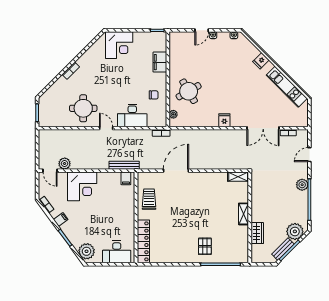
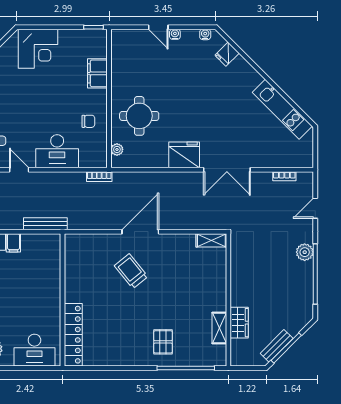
door: (202, 30) -> (158, 27), hinge flipped
fridge: (261, 61) -> (227, 54), moved
round table: (189, 91) -> (139, 116), turned 30
fridge: (224, 120) -> (184, 155), width x1.88, depth x1.34
double door: (263, 128) -> (227, 170), moved
door: (176, 171) -> (140, 232), moved
filing cabinet: (126, 178) -> (13, 243), moved
trolley: (149, 199) -> (131, 271), moved, turned -39
shelving: (244, 214) -> (219, 328), moved
plant: (295, 231) -> (294, 320), removed

